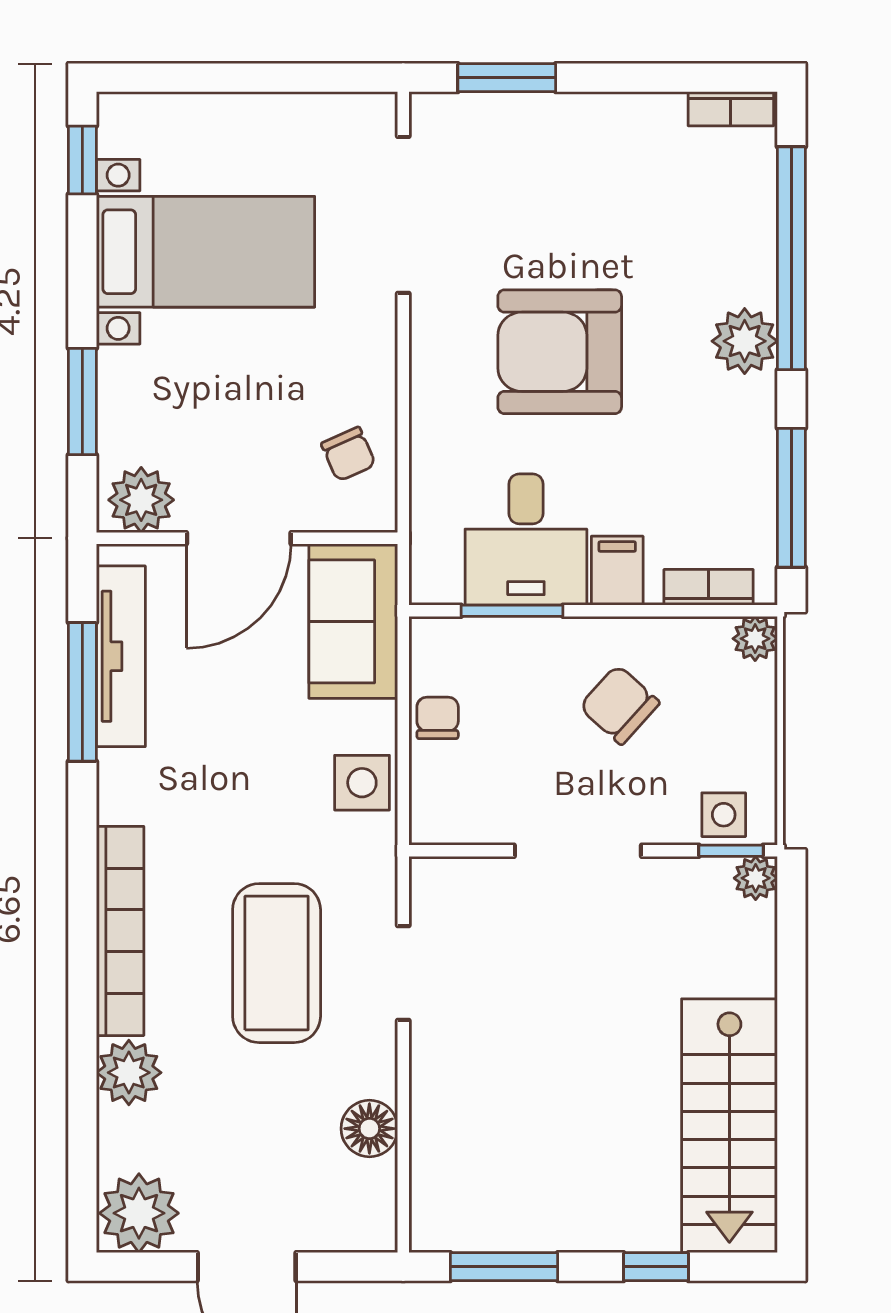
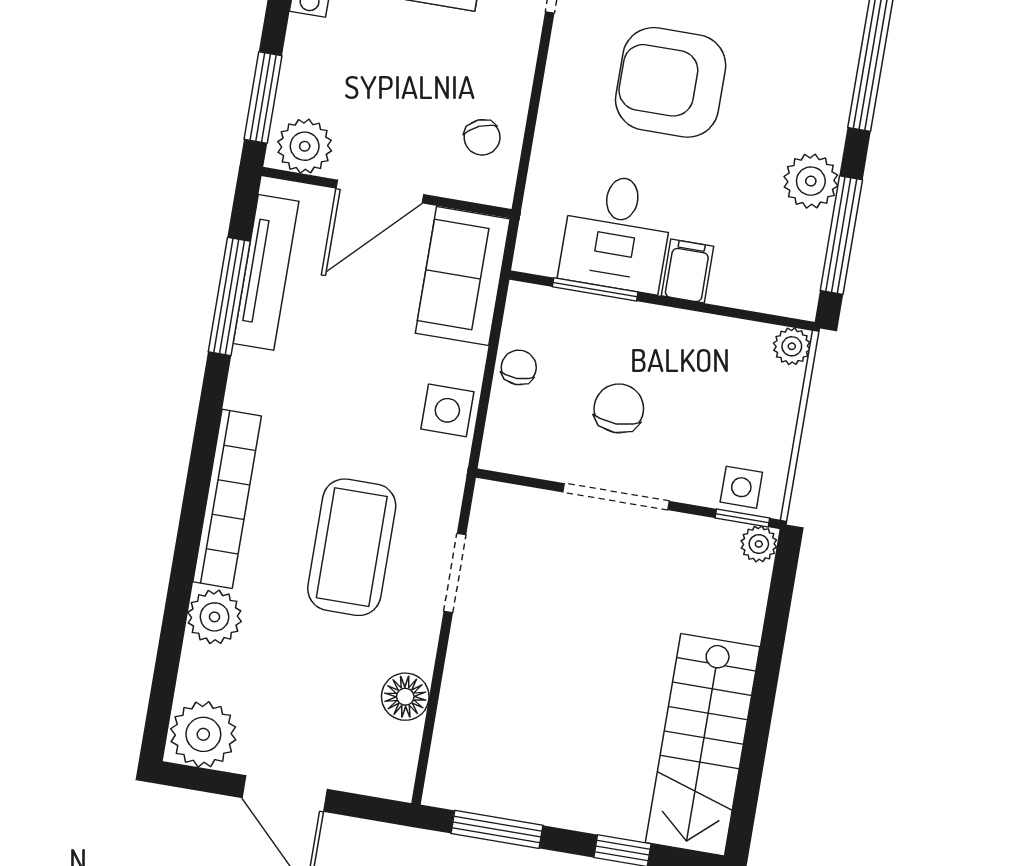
plant: (745, 341) -> (811, 181), moved
window: (82, 402) -> (263, 97), moved
bookcase: (709, 587) -> (761, 298), removed
chair: (619, 705) -> (619, 408), moved, turned 48

